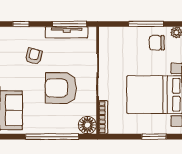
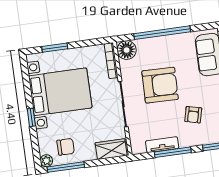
window: (69, 24) -> (173, 152), moved
window: (146, 24) -> (66, 167), moved
tv unit: (67, 32) -> (162, 145), width x0.71
wardrobe: (115, 35) -> (111, 149), added

